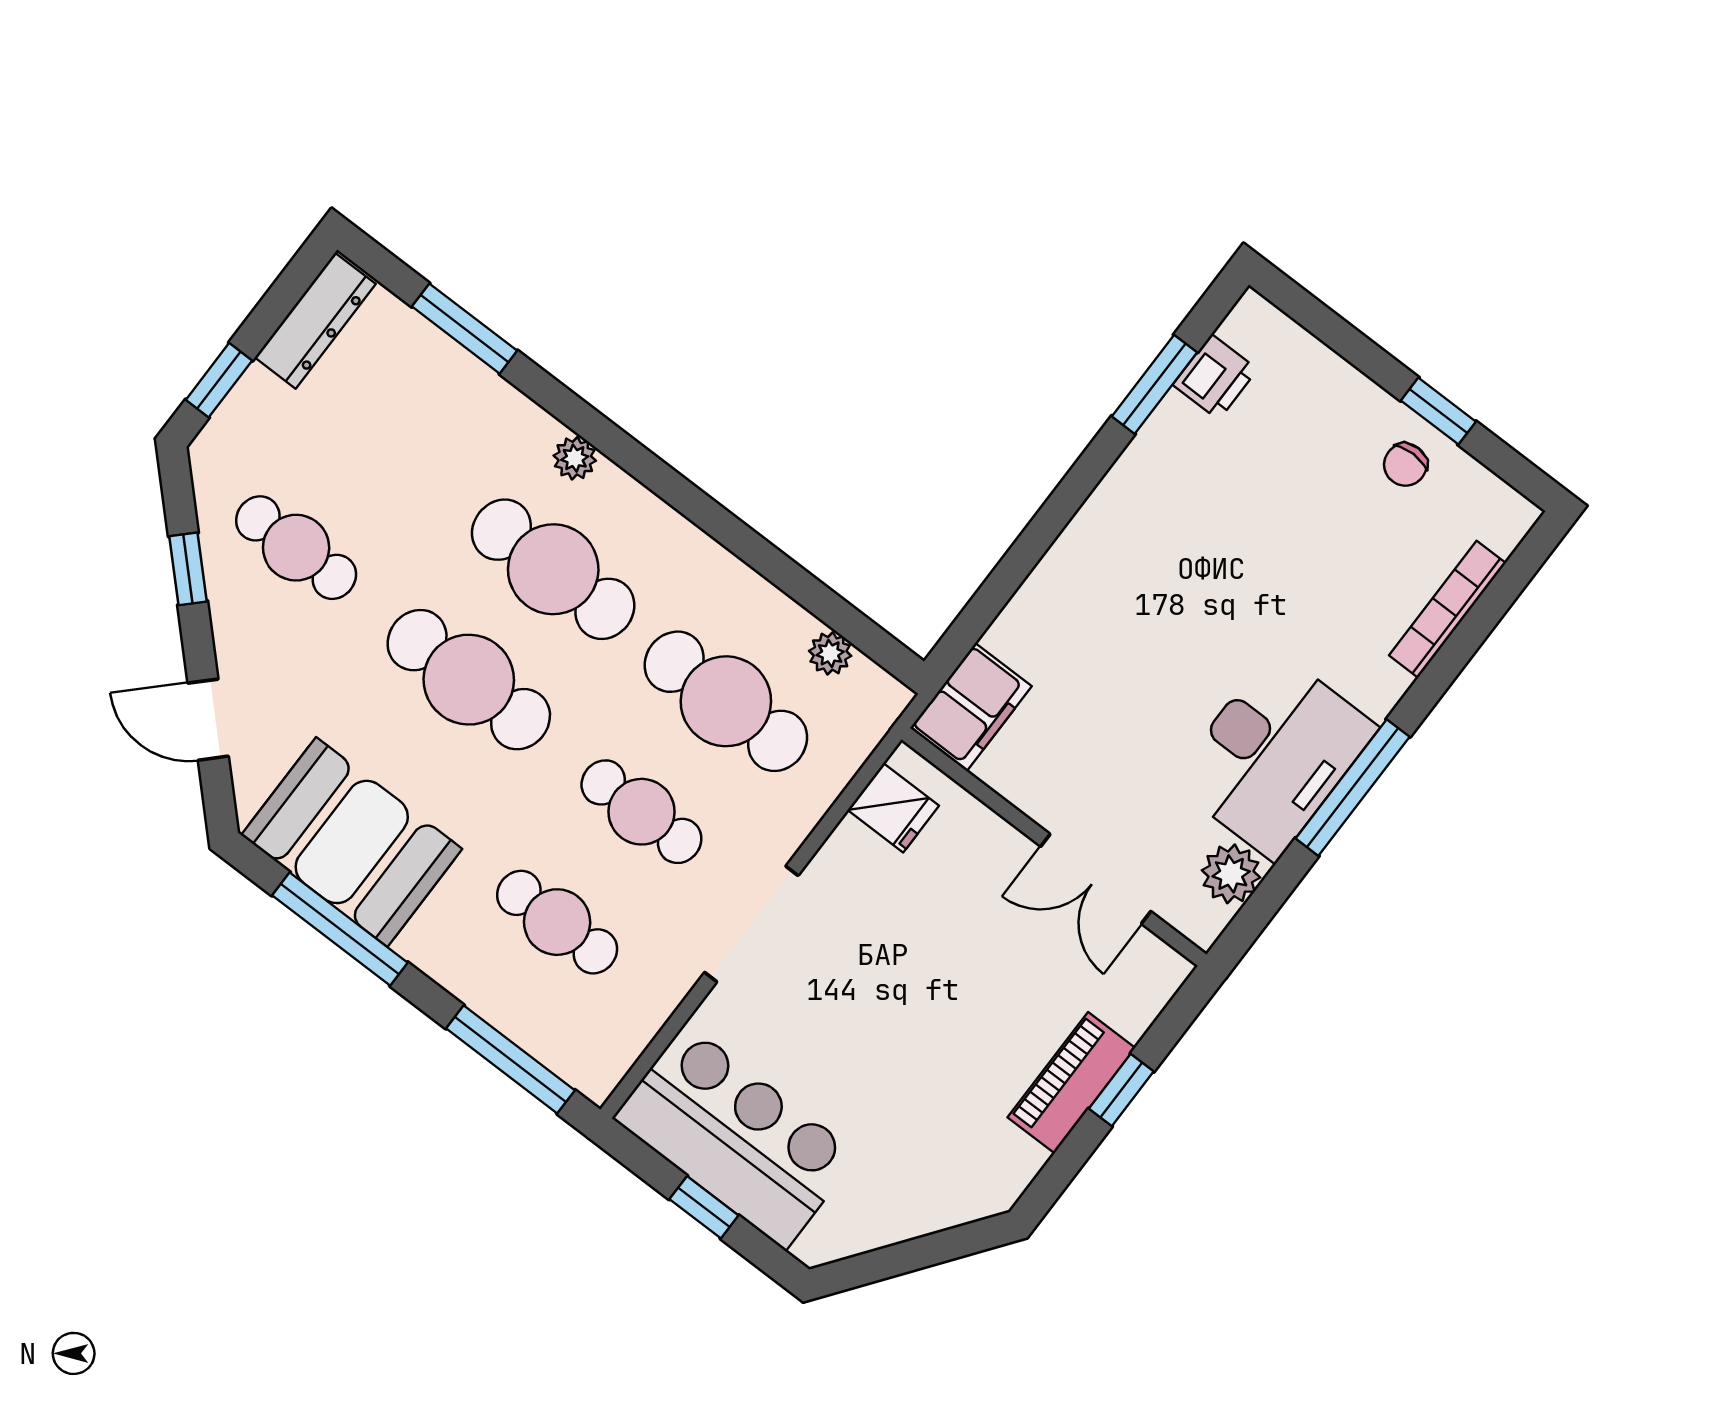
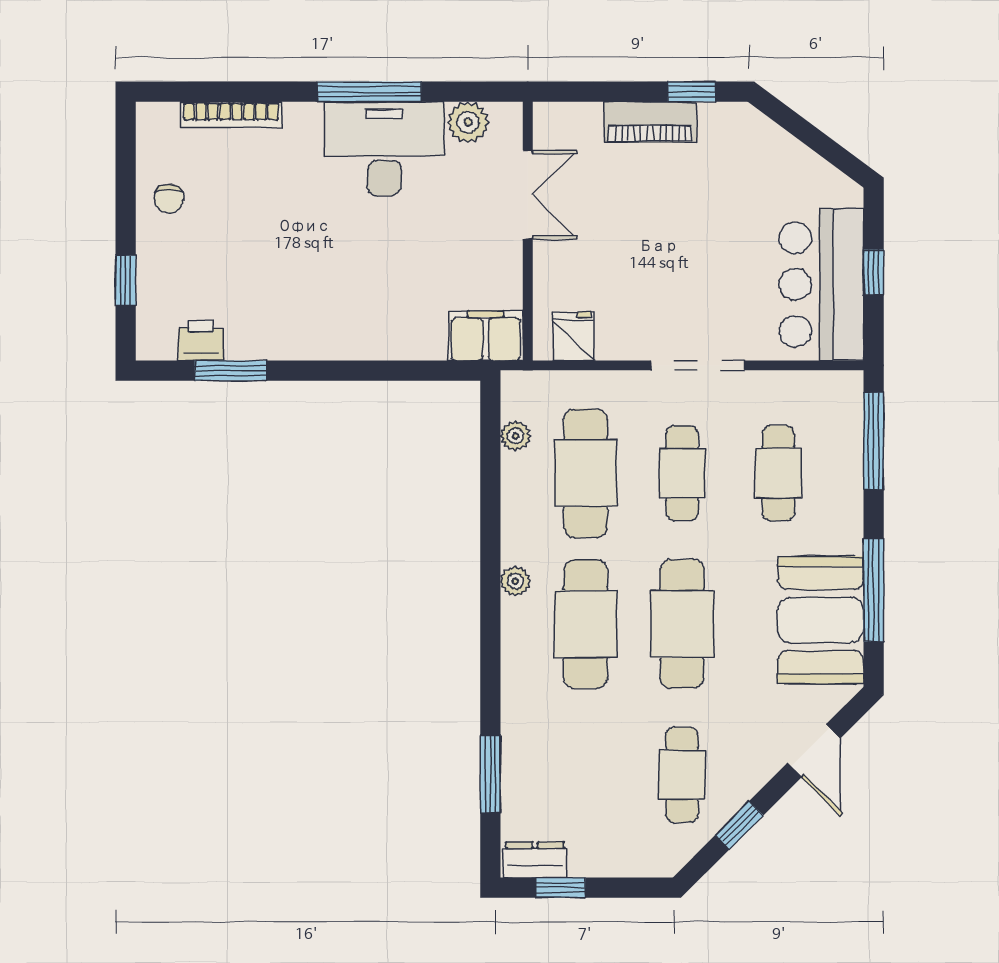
dresser: (315, 321) -> (535, 860), width x0.70
window: (219, 380) -> (560, 888), moved
window: (1438, 411) -> (126, 280), moved
plant: (575, 458) -> (515, 581), moved
chair: (1405, 465) -> (169, 199), turned 90
window: (1121, 1090) -> (692, 92), moved

